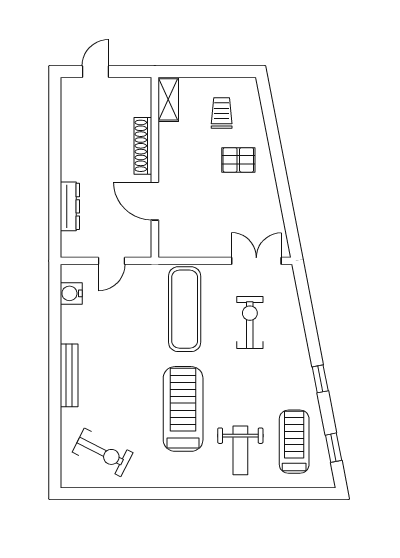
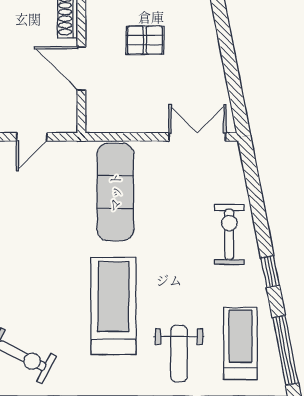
pallet: (238, 160) -> (145, 40), moved
exercise bike: (250, 323) -> (229, 234), moved
window: (334, 448) -> (285, 350), width x2.17

